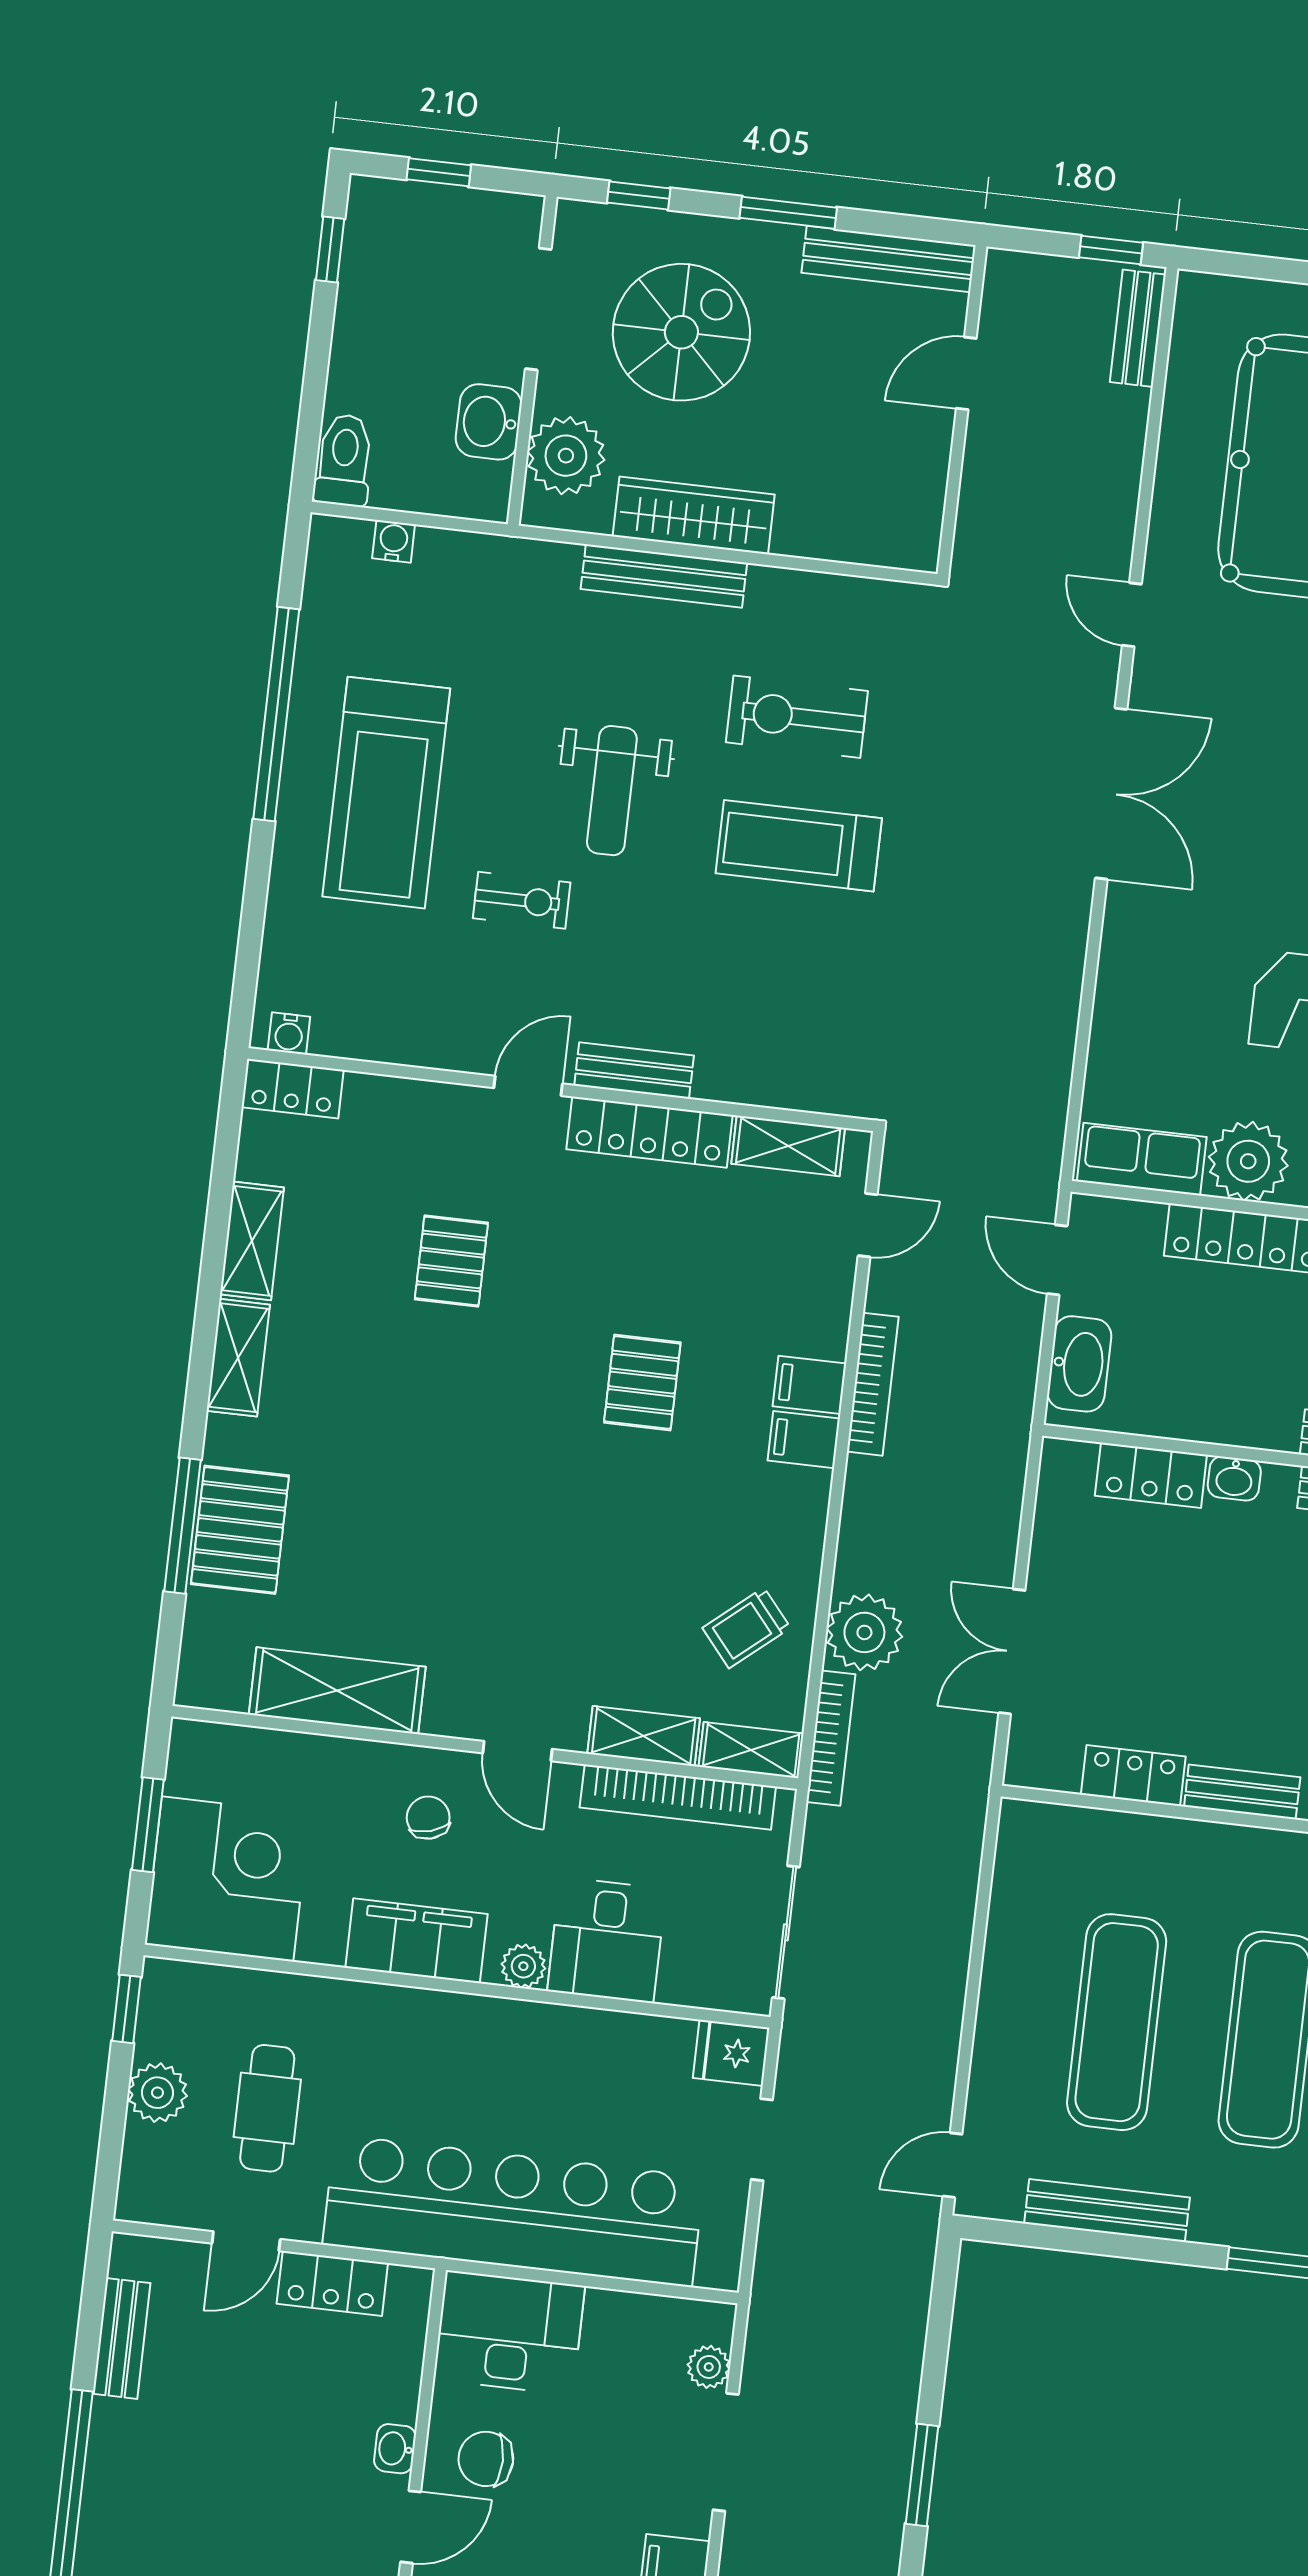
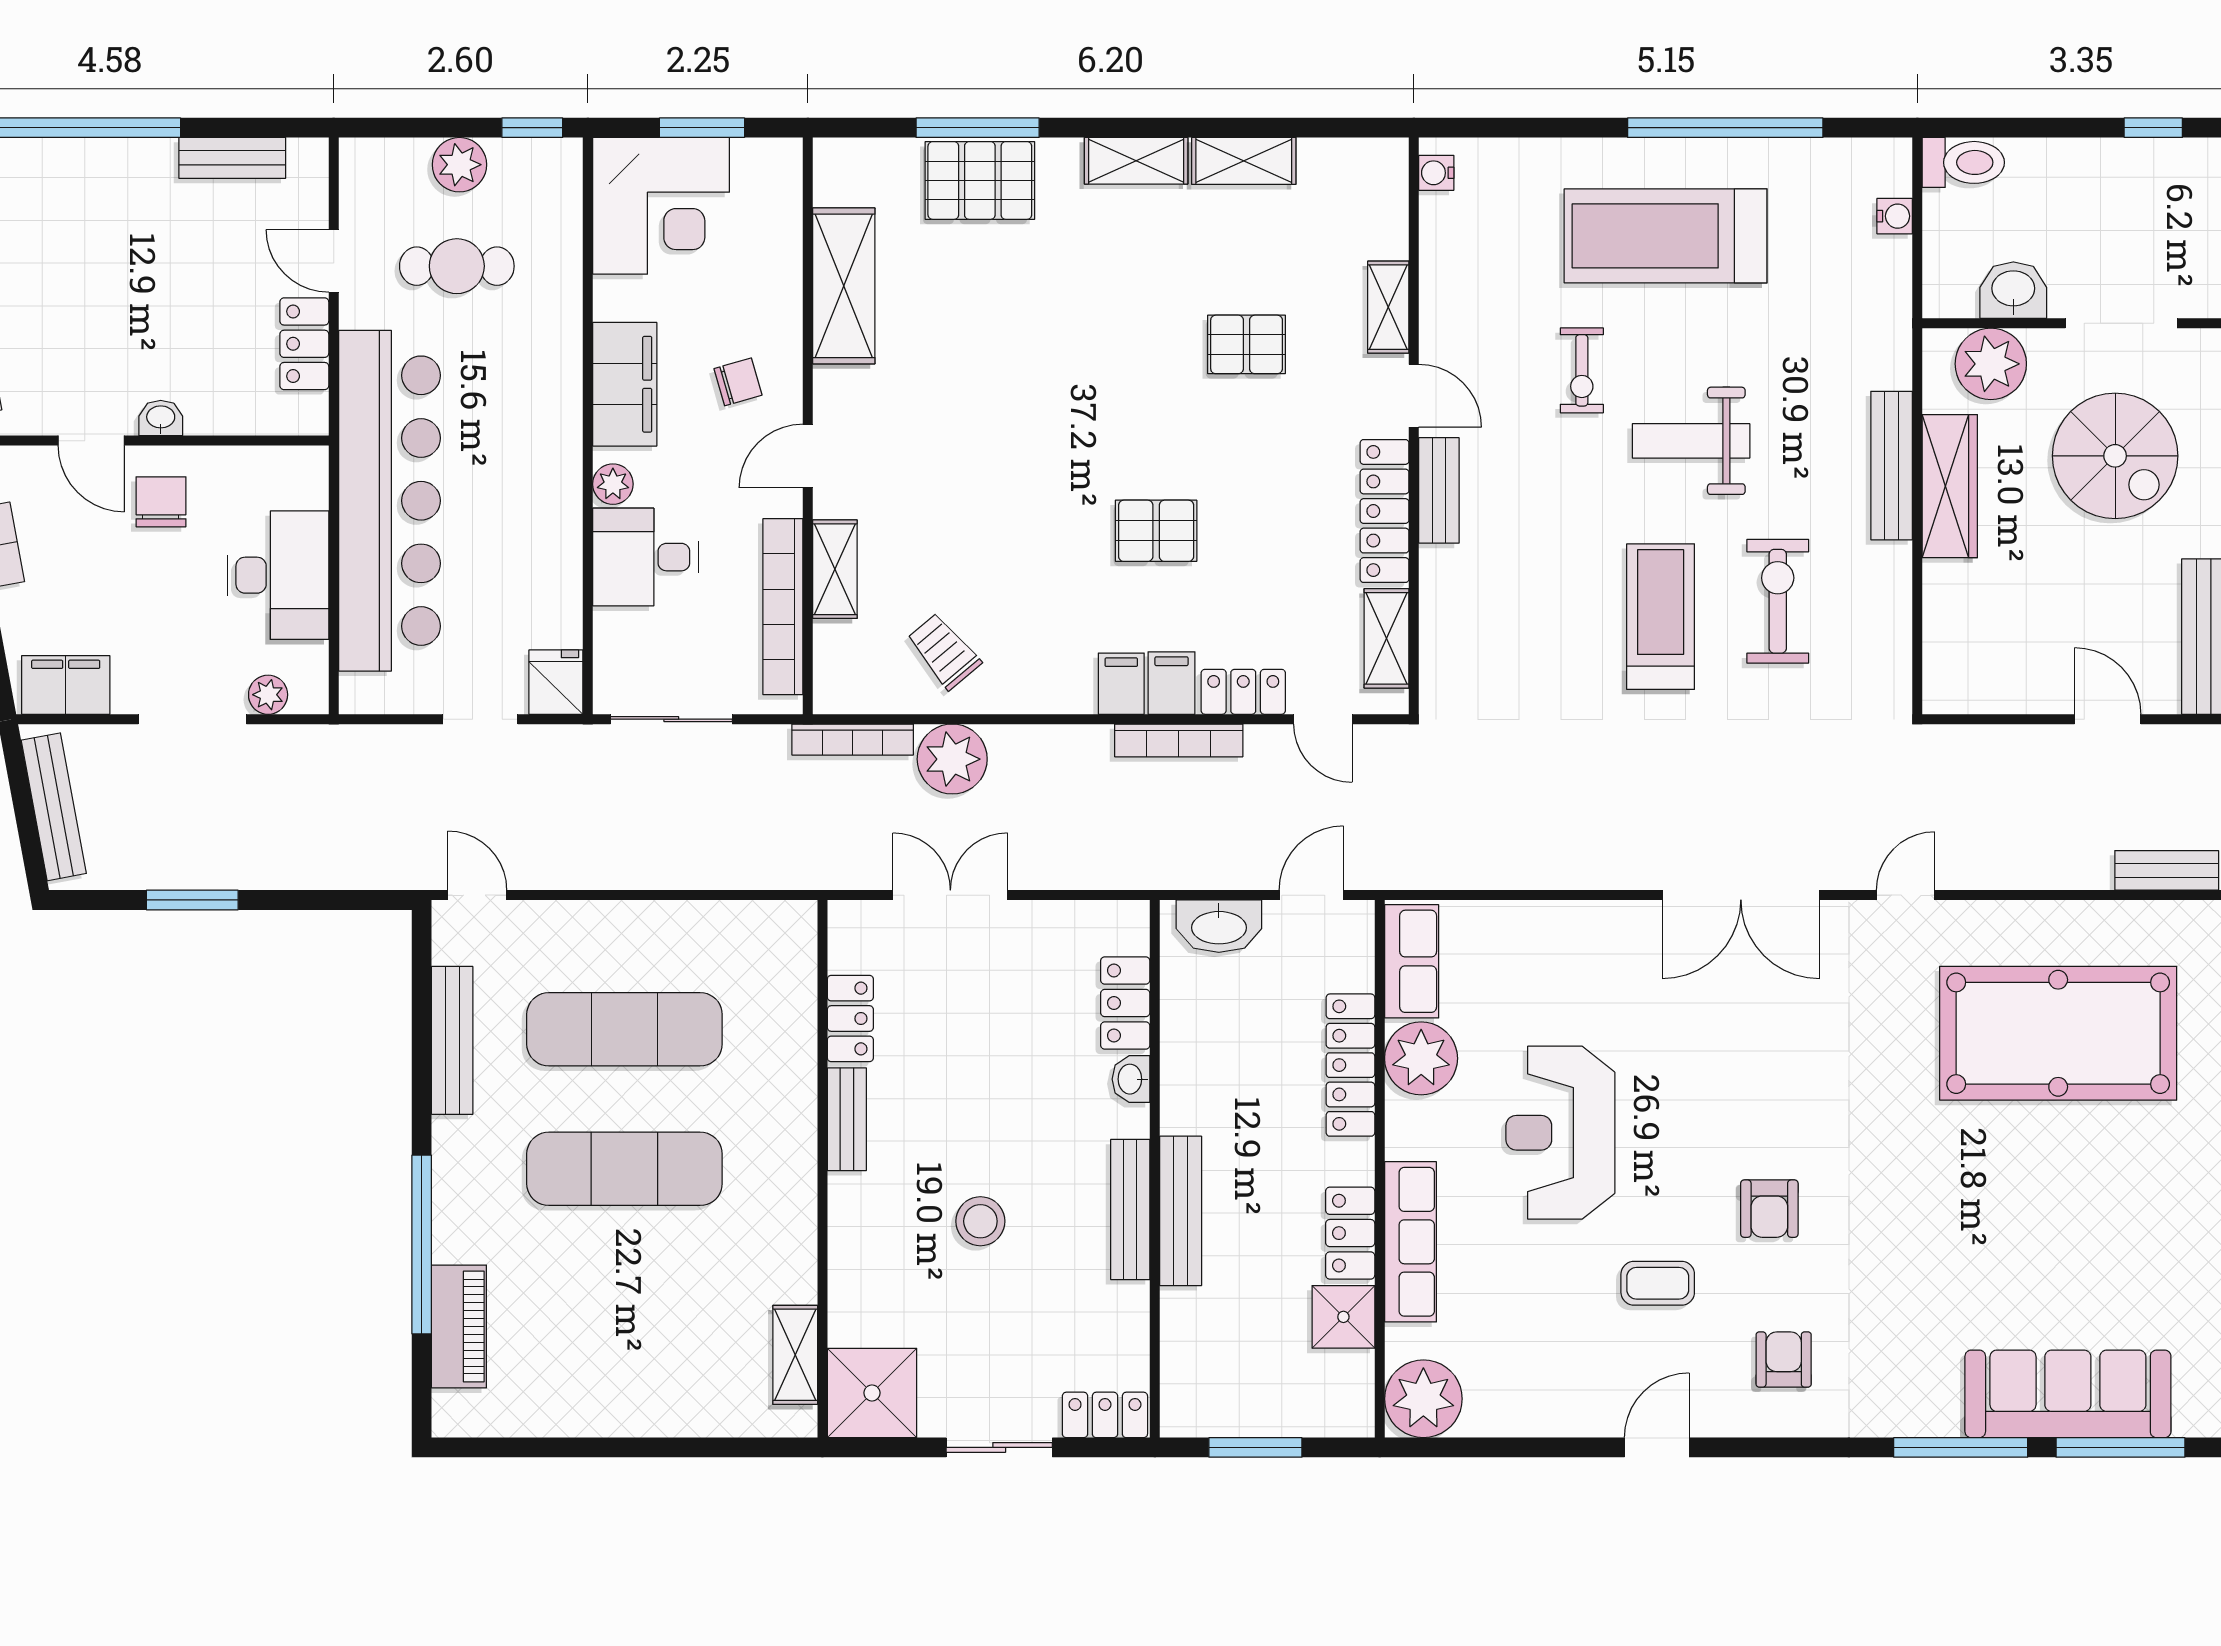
locker: (293, 1089) -> (1243, 692), moved, turned 90
shelving: (751, 1750) -> (1388, 307), moved
desk: (509, 2333) -> (278, 575), moved

